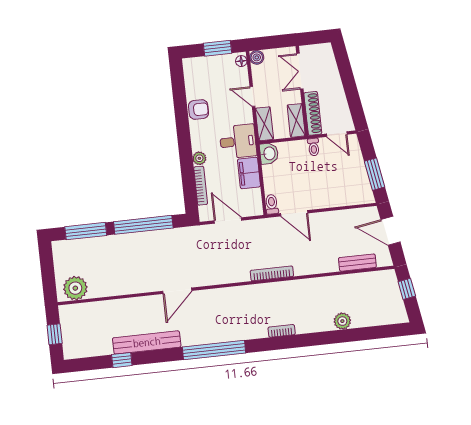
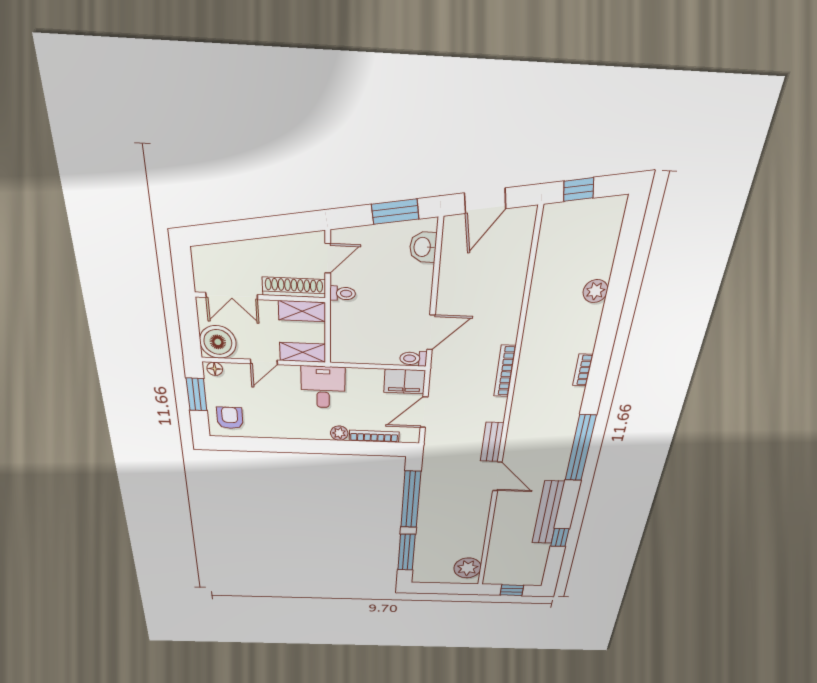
boiler: (257, 57) -> (218, 342), width x1.86, depth x1.86
armchair: (199, 110) -> (230, 418), moved
washbasin: (269, 153) -> (423, 247), moved, turned -90
filing cabinet: (249, 173) -> (405, 381), moved
bench: (357, 263) -> (492, 442), moved

